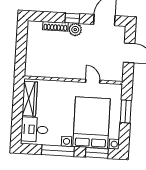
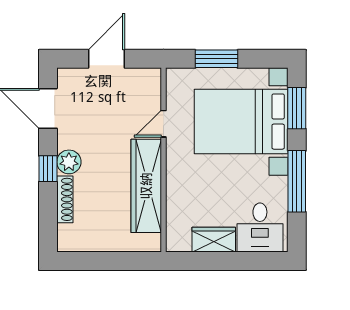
wardrobe: (60, 70) -> (146, 186), added
wardrobe: (30, 99) -> (214, 240), width x0.67

